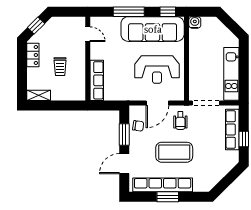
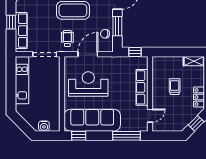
window: (129, 12) -> (127, 136), moved
water cooler: (195, 22) -> (44, 126), moved
door: (88, 34) -> (150, 116), swing flipped
row of seats: (97, 80) -> (142, 87), moved
window: (105, 105) -> (135, 52), added

